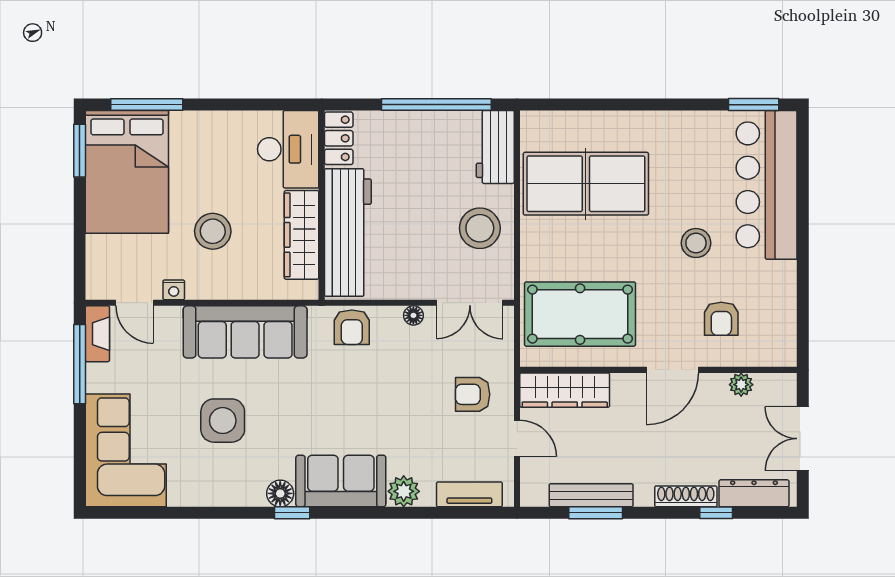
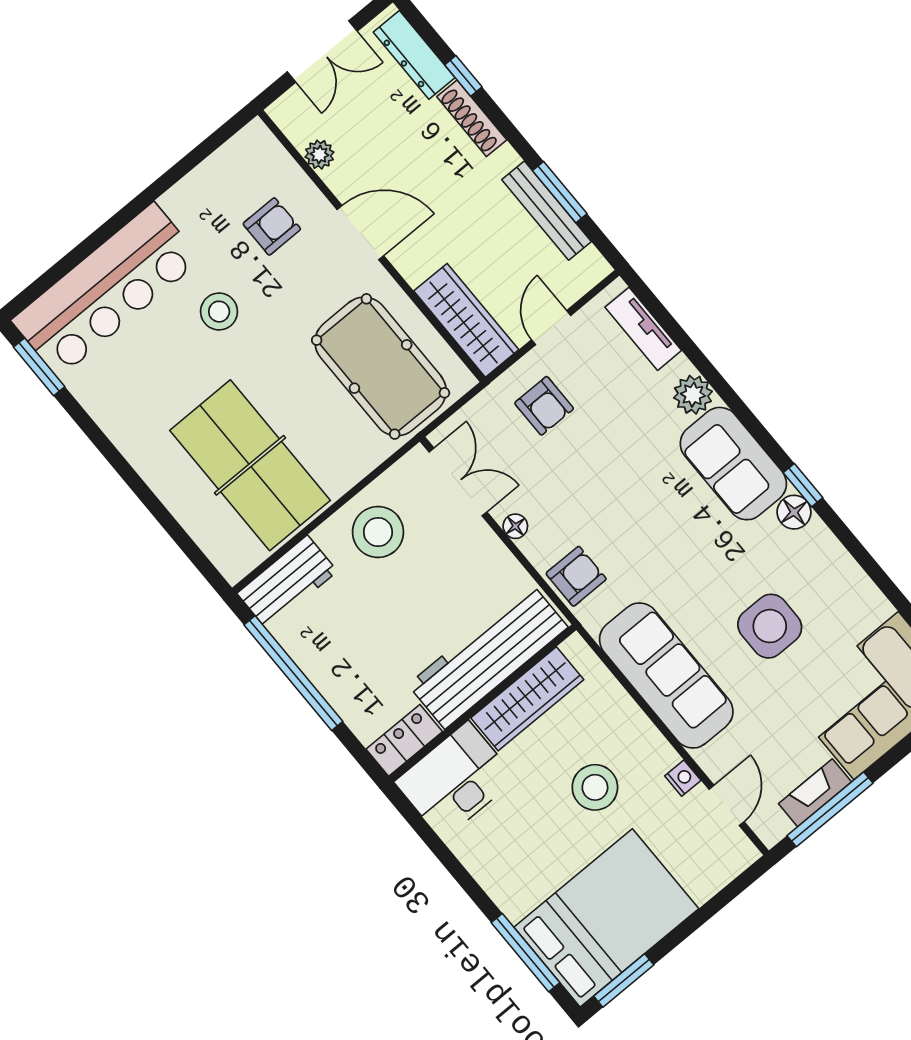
fireplace: (97, 334) -> (815, 793), moved

